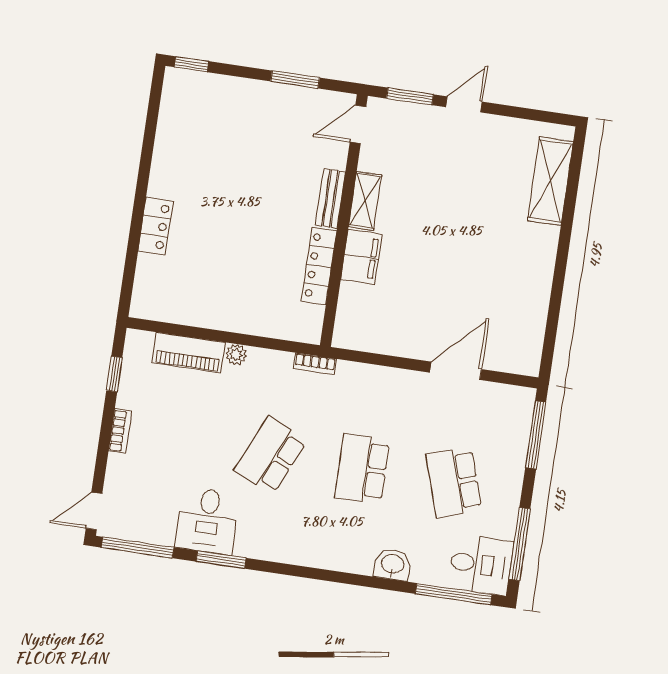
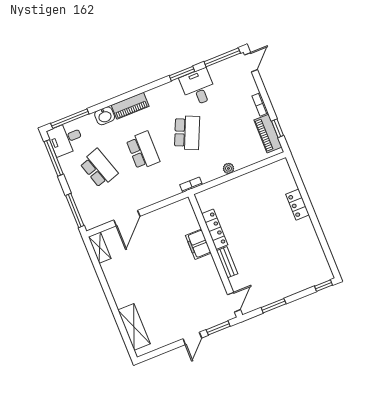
shelving: (365, 201) -> (100, 248), moved
piano: (188, 353) -> (268, 134), moved, turned -90
piano: (340, 557) -> (130, 106), added

